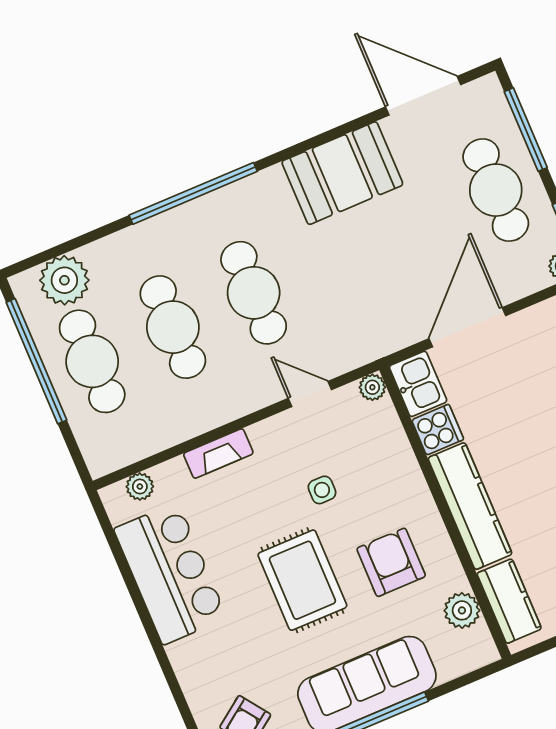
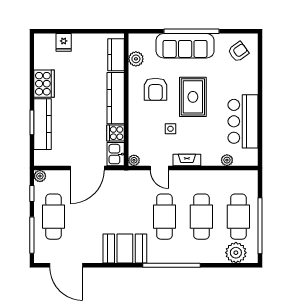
booth: (342, 173) -> (125, 248), moved
fireplace: (218, 453) -> (187, 160), moved
plant: (140, 487) -> (227, 160), moved

